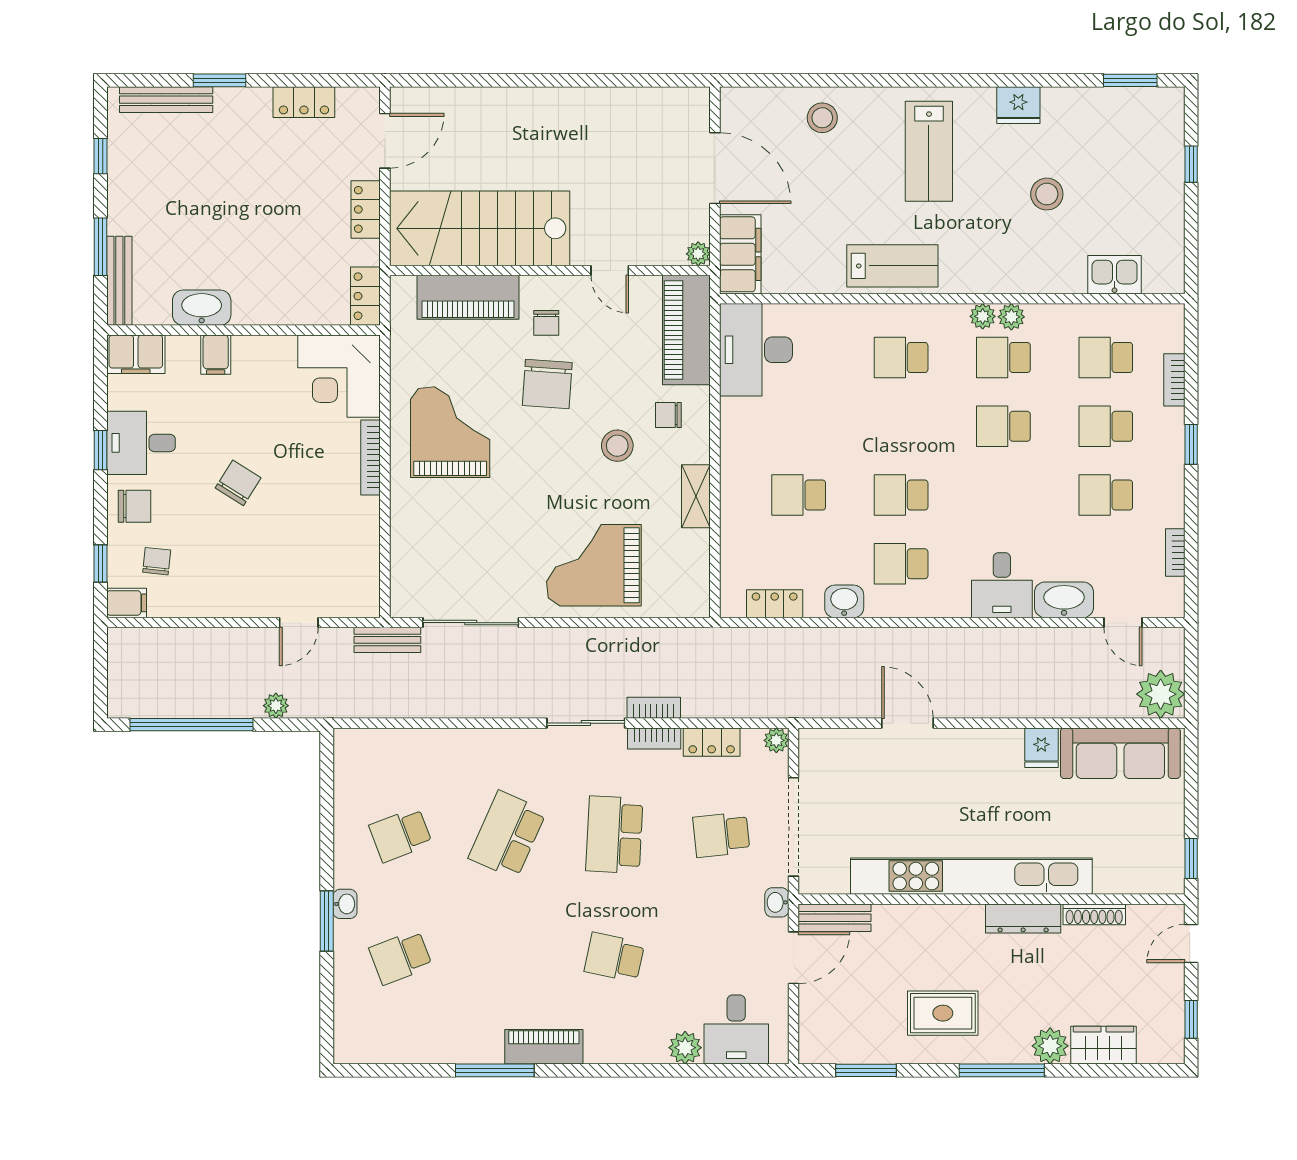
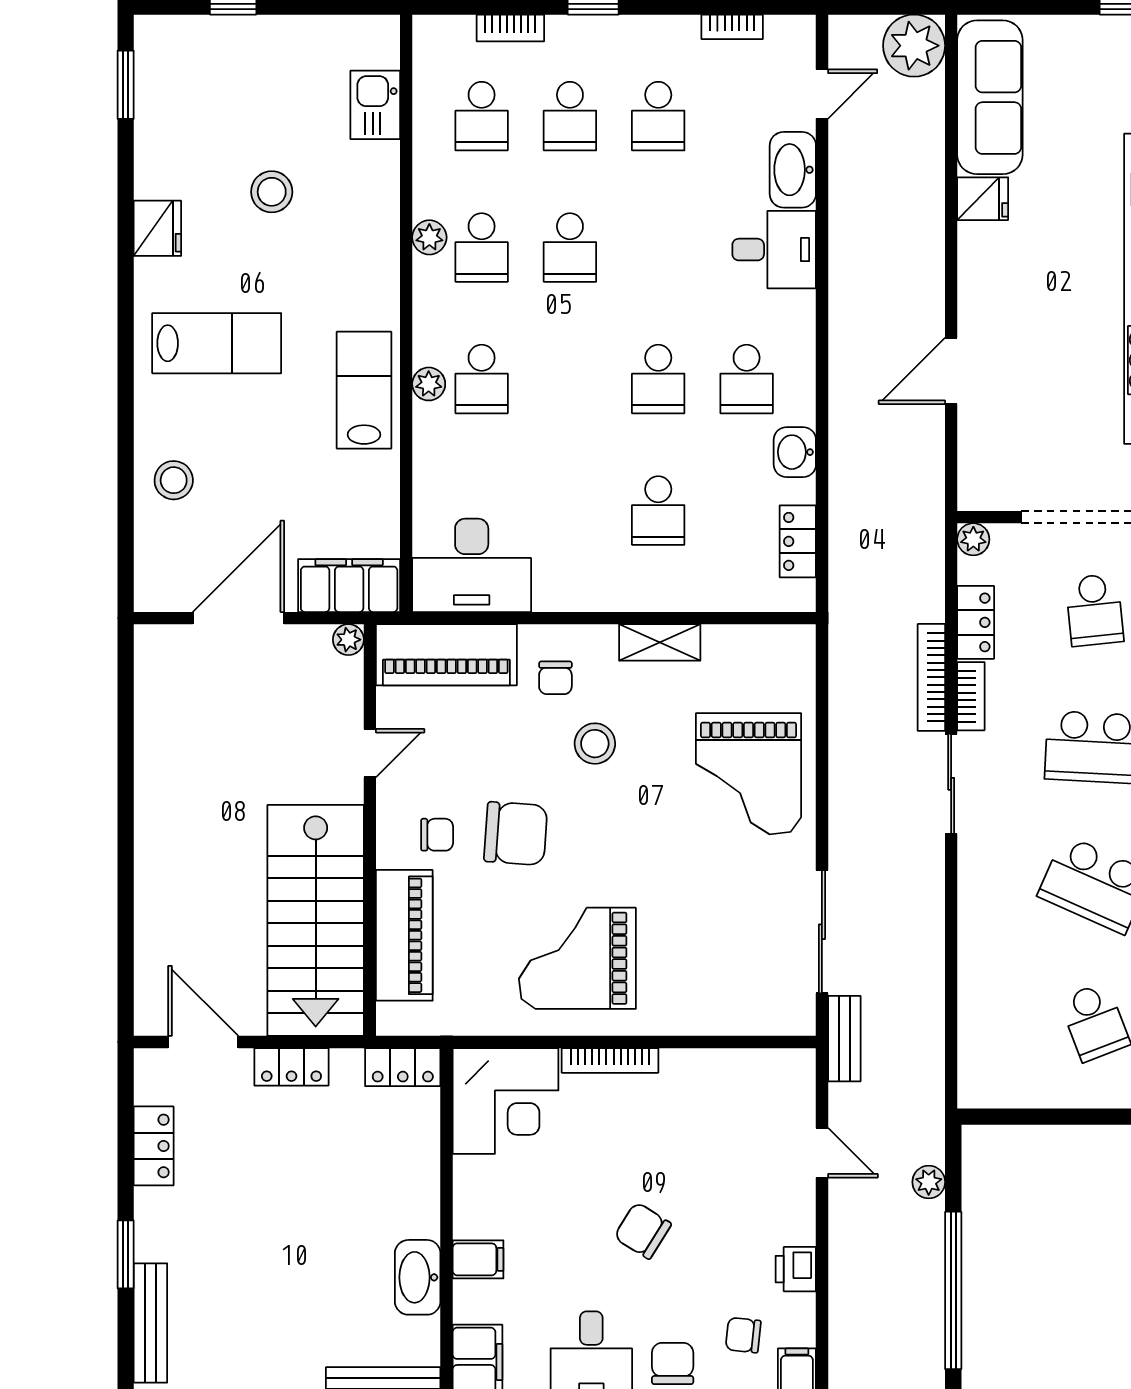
plant: (983, 316) -> (429, 384), moved
printer: (208, 602) -> (796, 1269), added
bookcase: (654, 708) -> (931, 677), width x1.56

